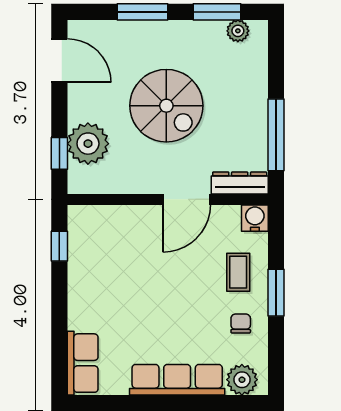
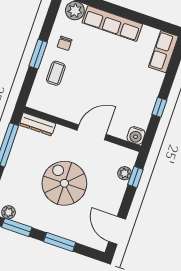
plant: (88, 144) -> (124, 173), width x0.53, depth x0.53
door: (187, 199) -> (92, 132), moved
water cooler: (255, 218) -> (136, 136), moved
window: (59, 246) -> (159, 107), moved

